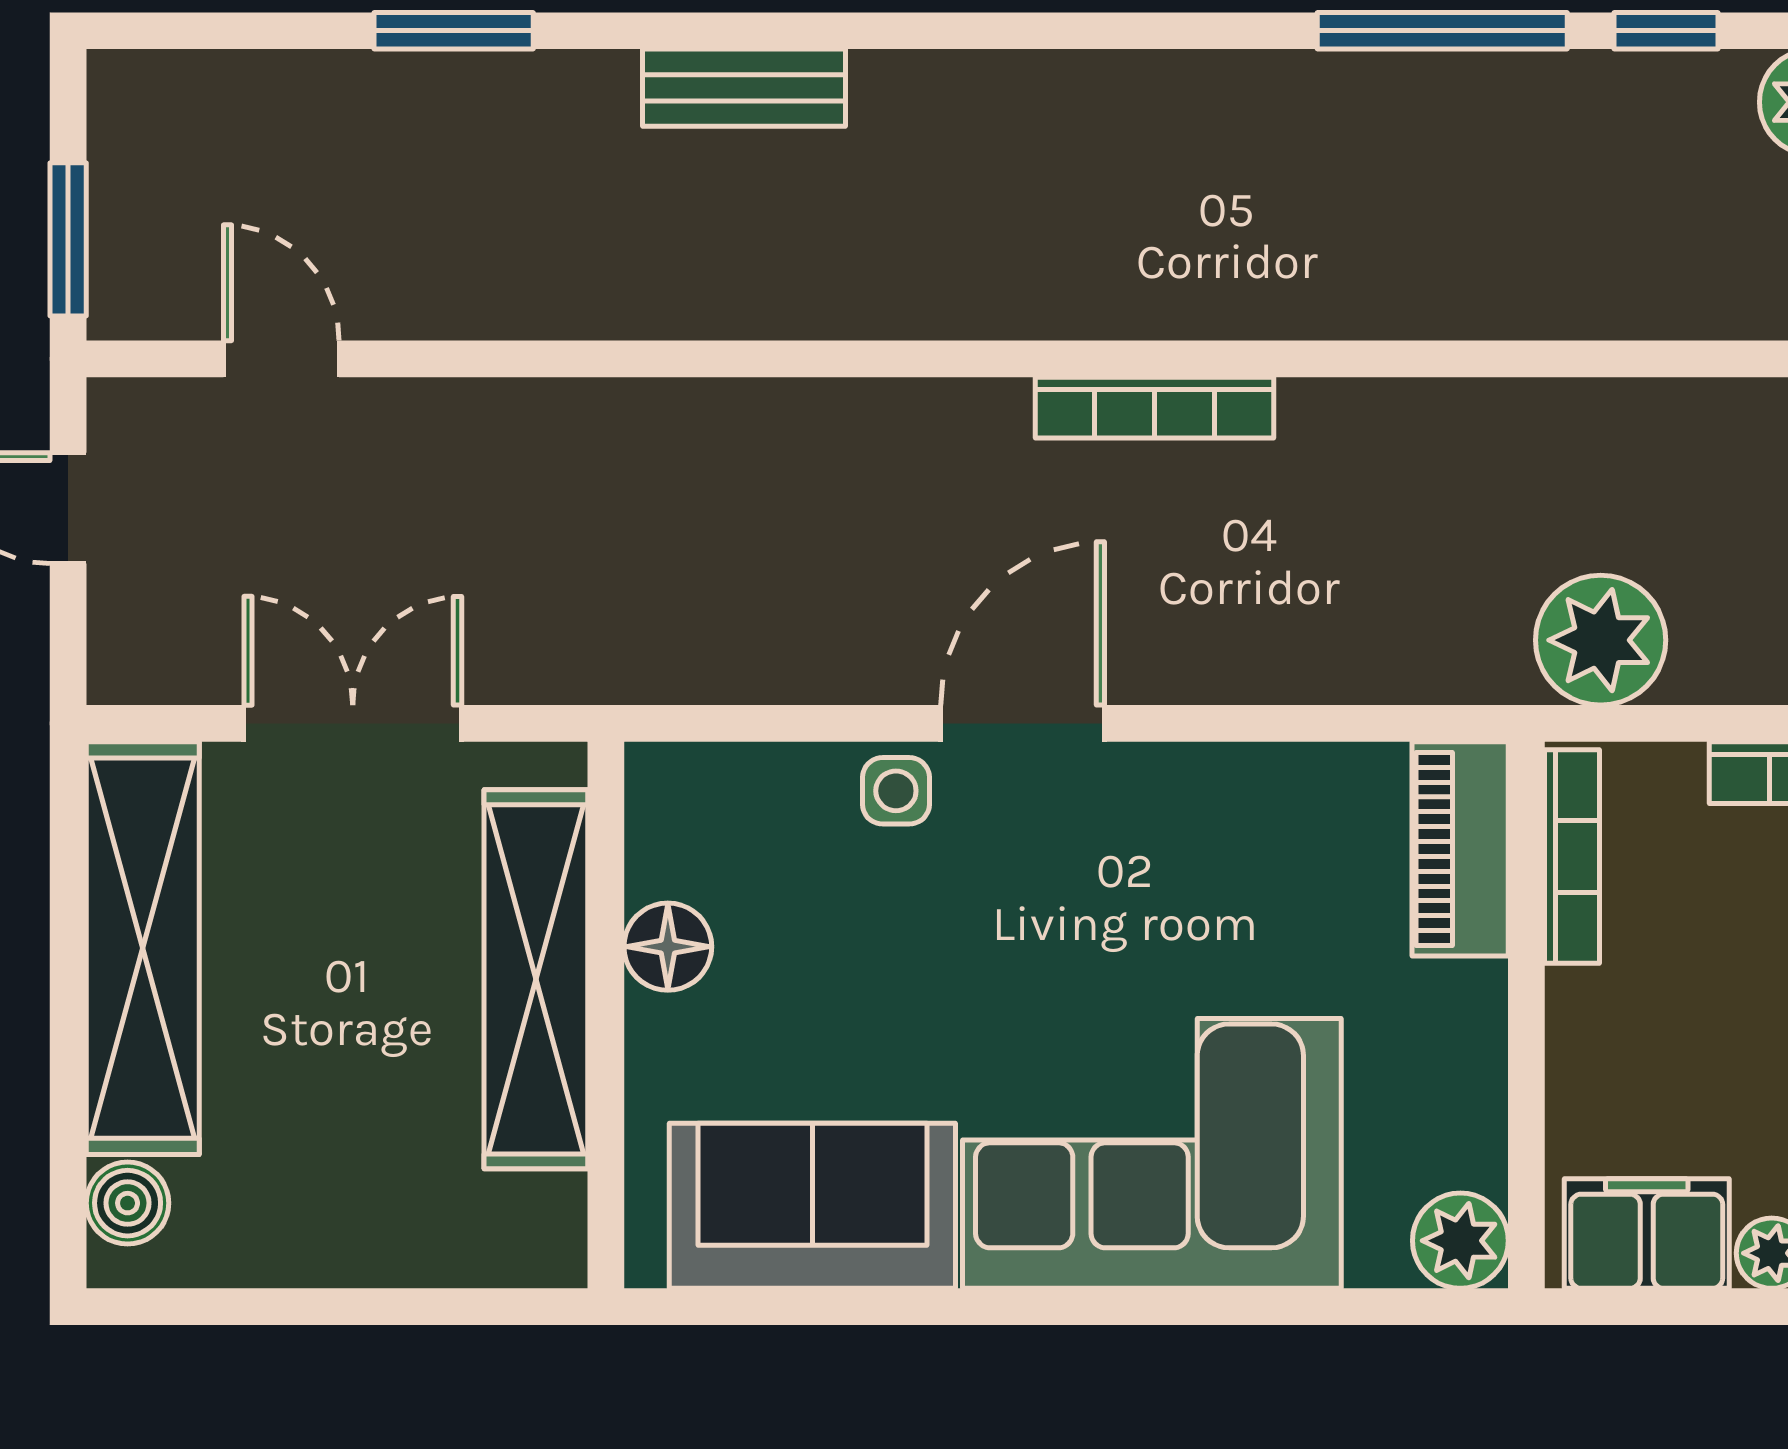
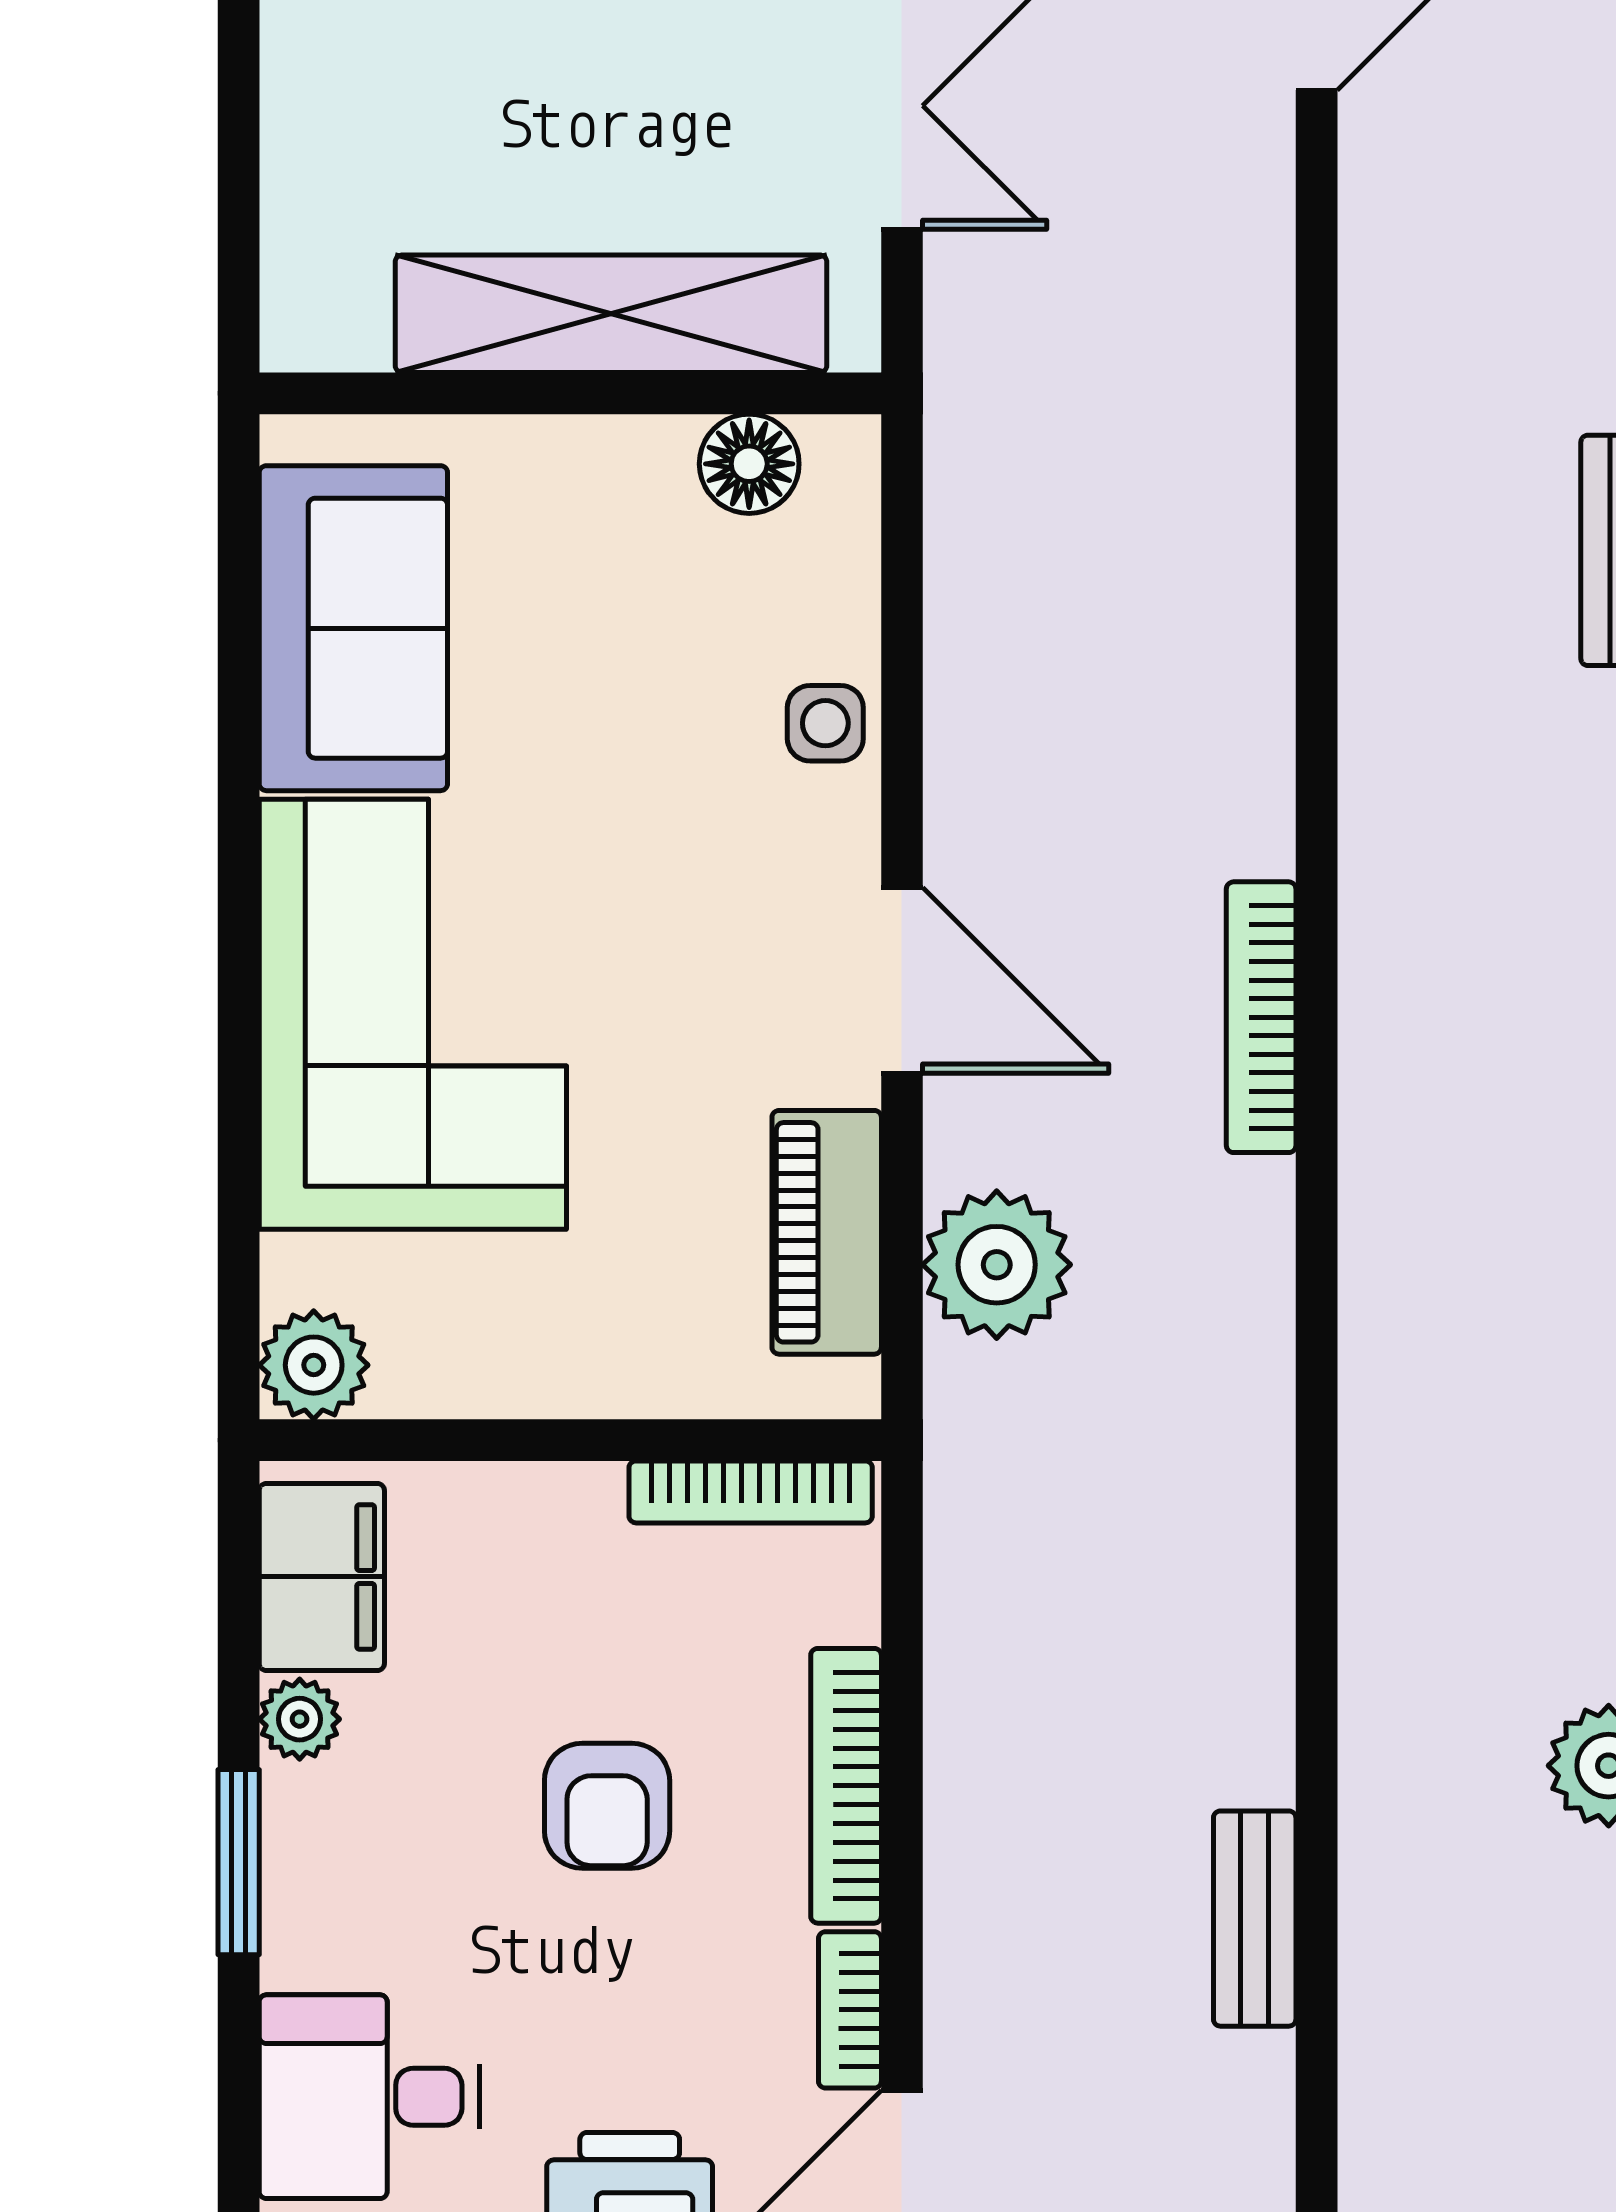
plant: (1601, 640) -> (997, 1265), moved
door: (1023, 723) -> (902, 980), moved
piano: (1460, 849) -> (827, 1232), moved, turned -90
floor lamp: (668, 947) -> (749, 464), moved

